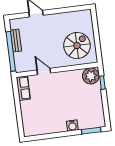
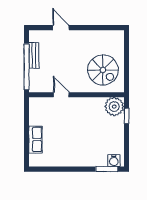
spiral stairs: (77, 46) -> (103, 70), turned 90
row of seats: (23, 88) -> (35, 139), moved
water cooler: (72, 126) -> (114, 161), moved

